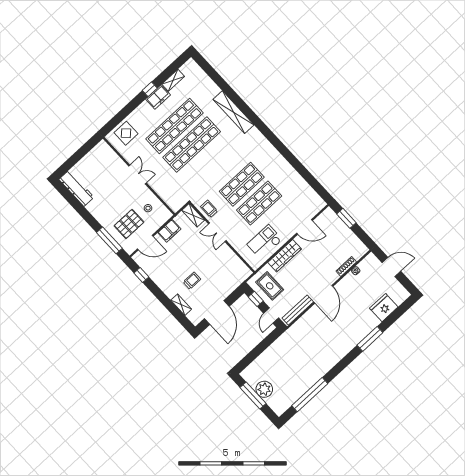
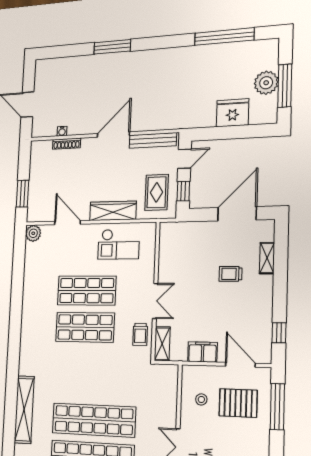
plant: (319, 204) -> (33, 233), added
fridge: (384, 308) -> (232, 113), moved, turned 180

